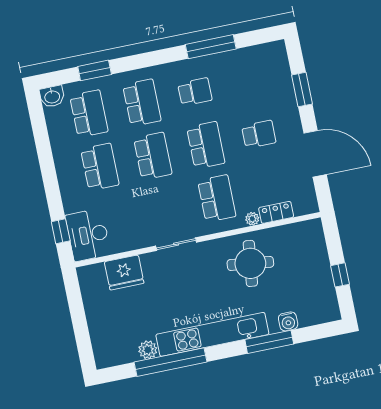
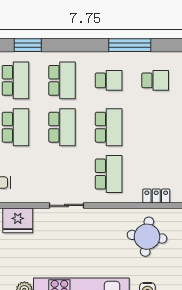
school desk: (259, 134) -> (155, 80), moved
plant: (252, 219) -> (135, 197), removed
round table: (250, 263) -> (147, 237), moved

